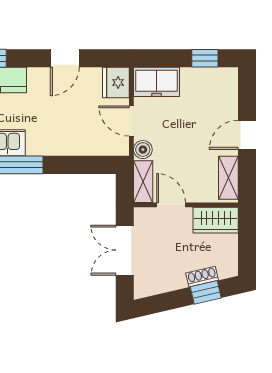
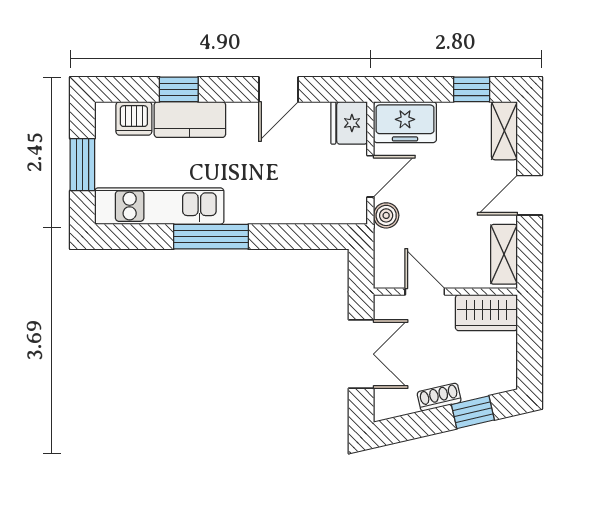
door: (131, 121) -> (370, 176), swing flipped
shelving: (143, 182) -> (504, 131), moved
double door: (125, 250) -> (361, 354), swing flipped
shoe rack: (202, 277) -> (439, 397), moved

